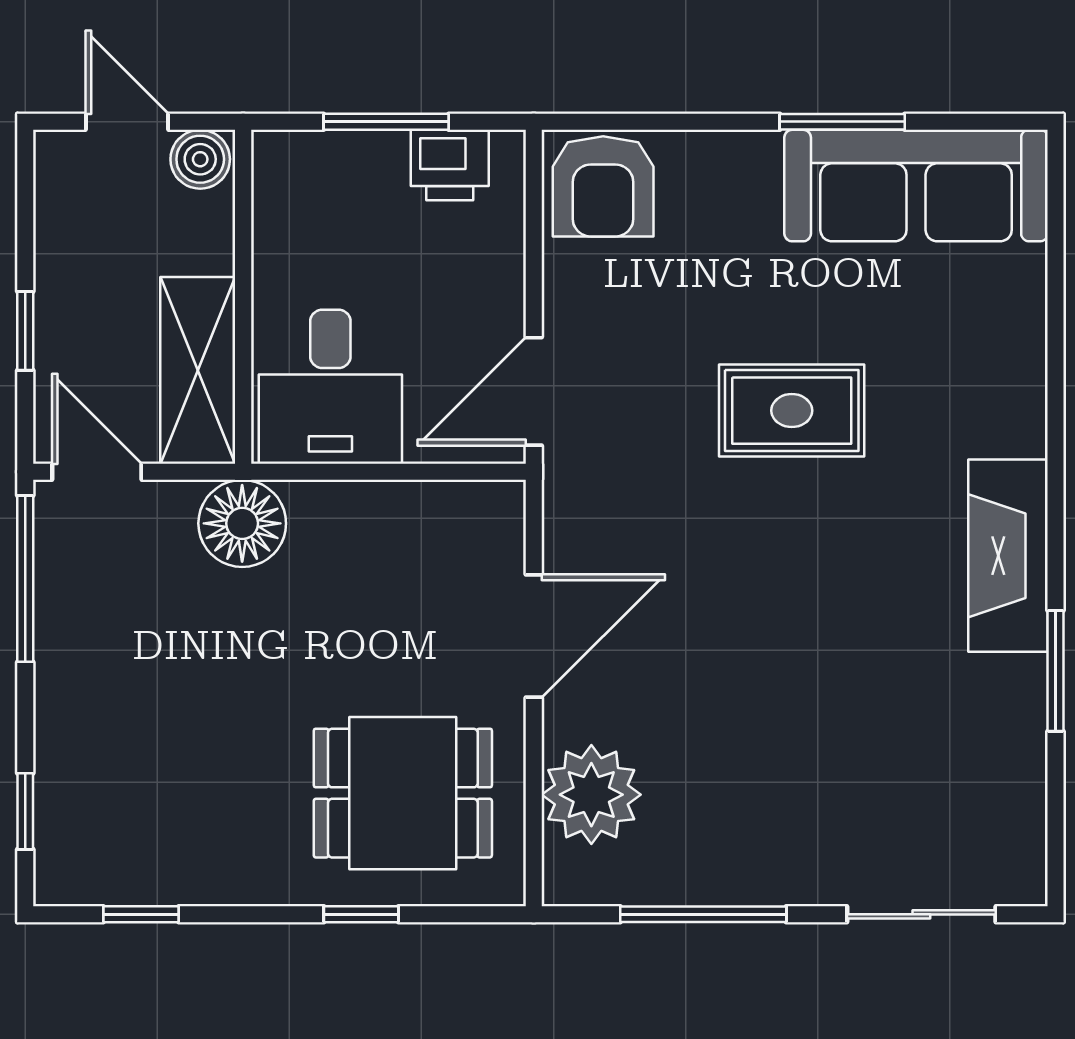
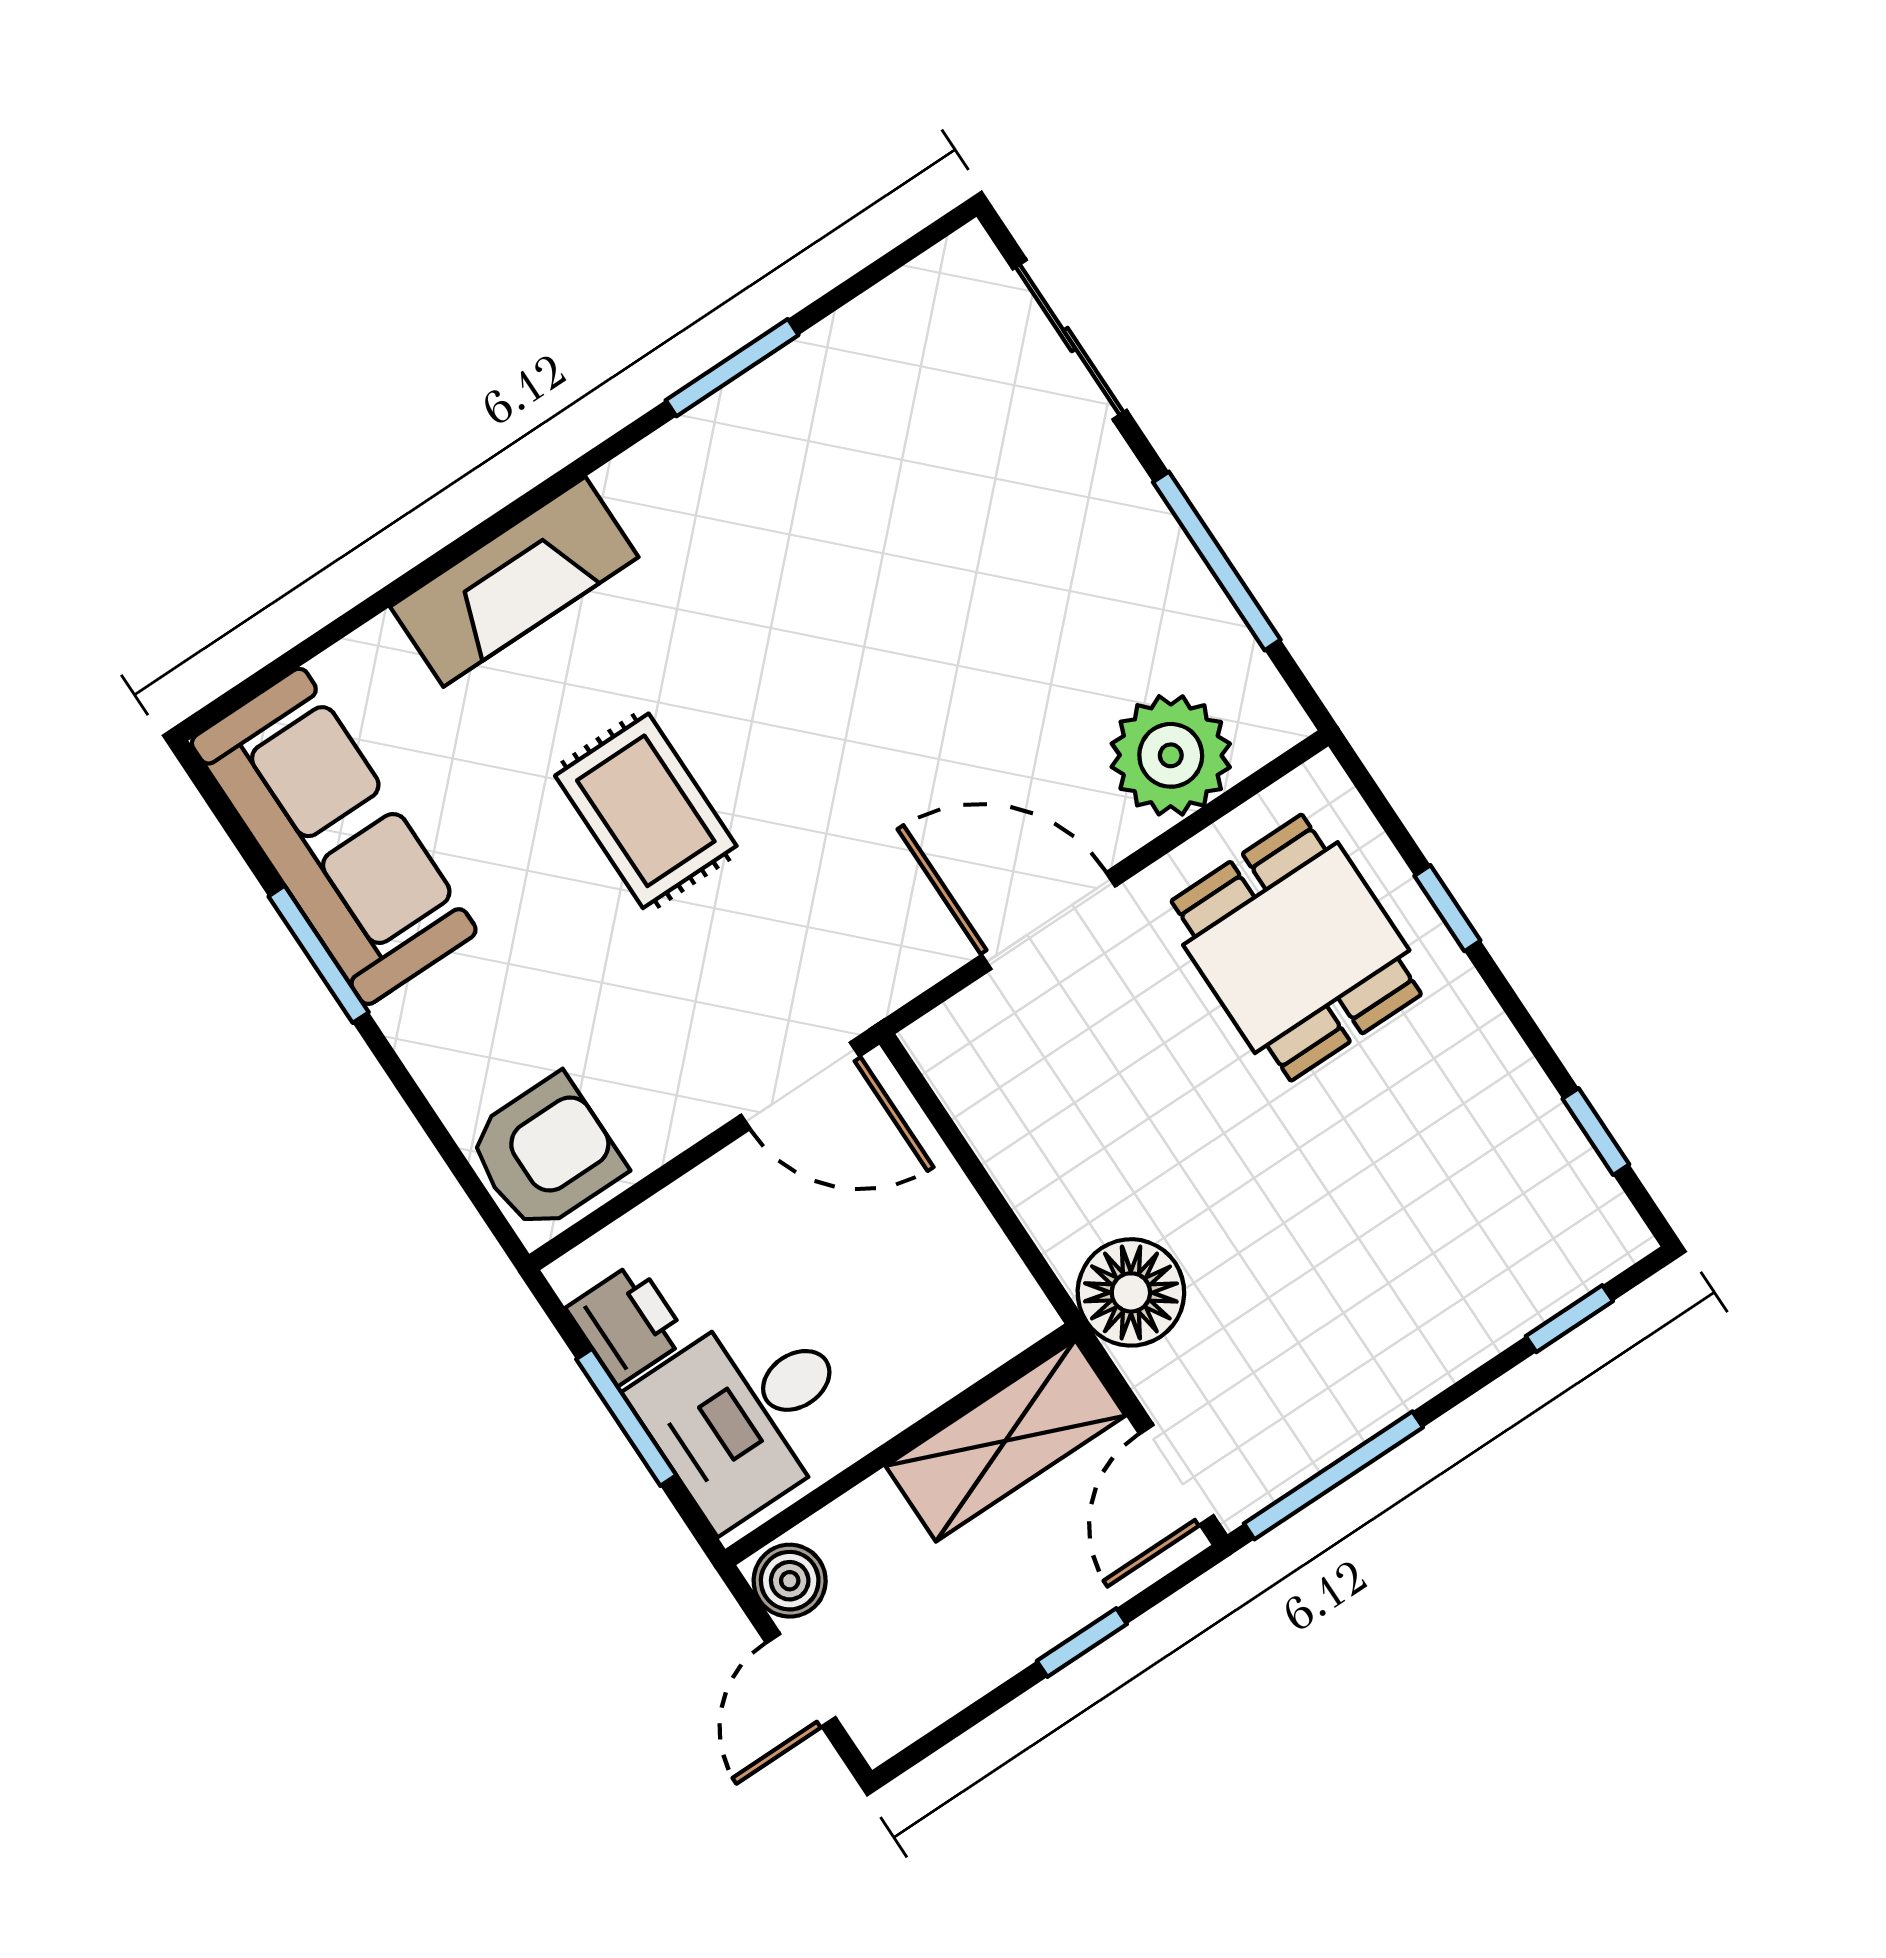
desk: (330, 387) -> (748, 1413), moved, turned 180
fireplace: (1008, 556) -> (514, 582), moved

